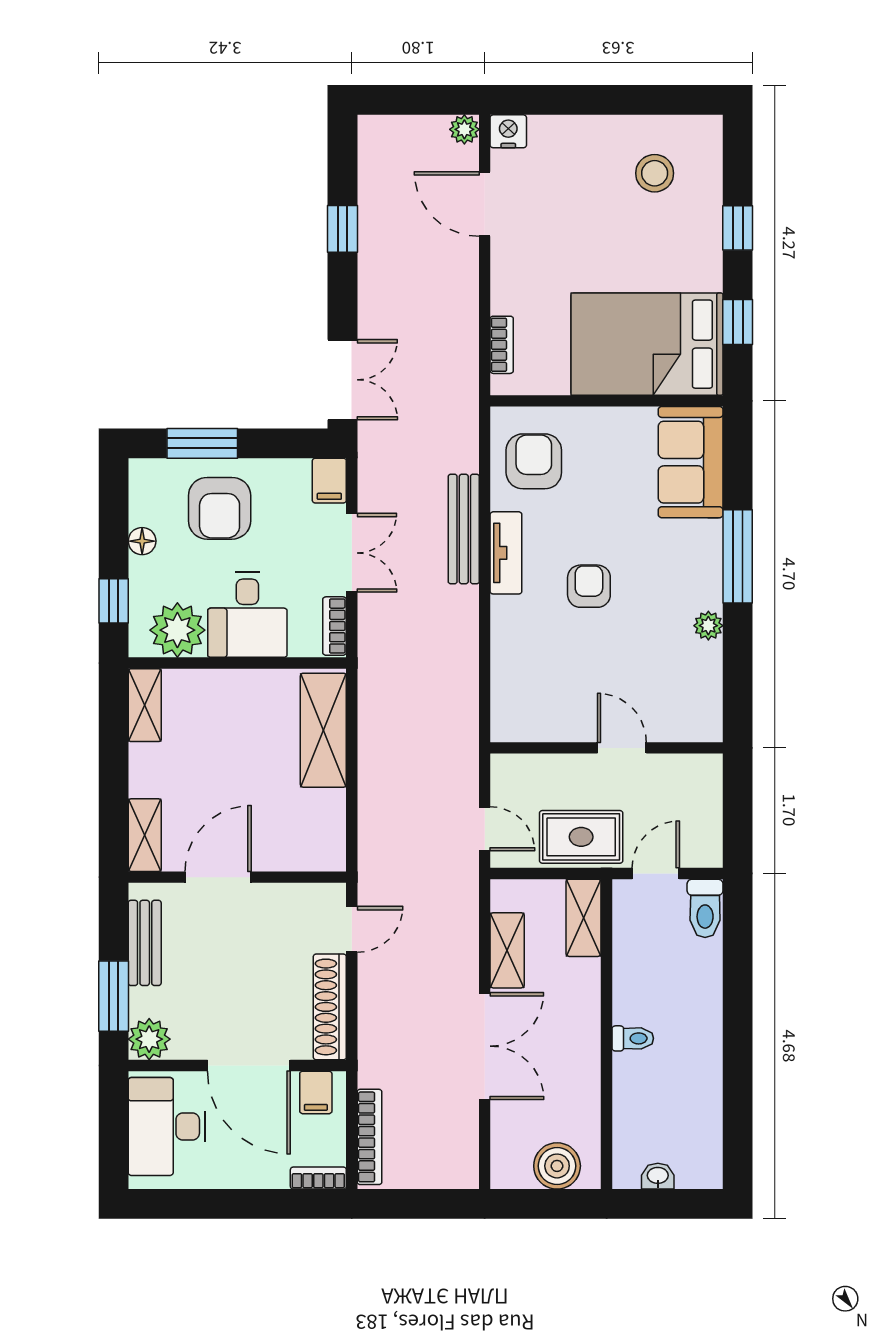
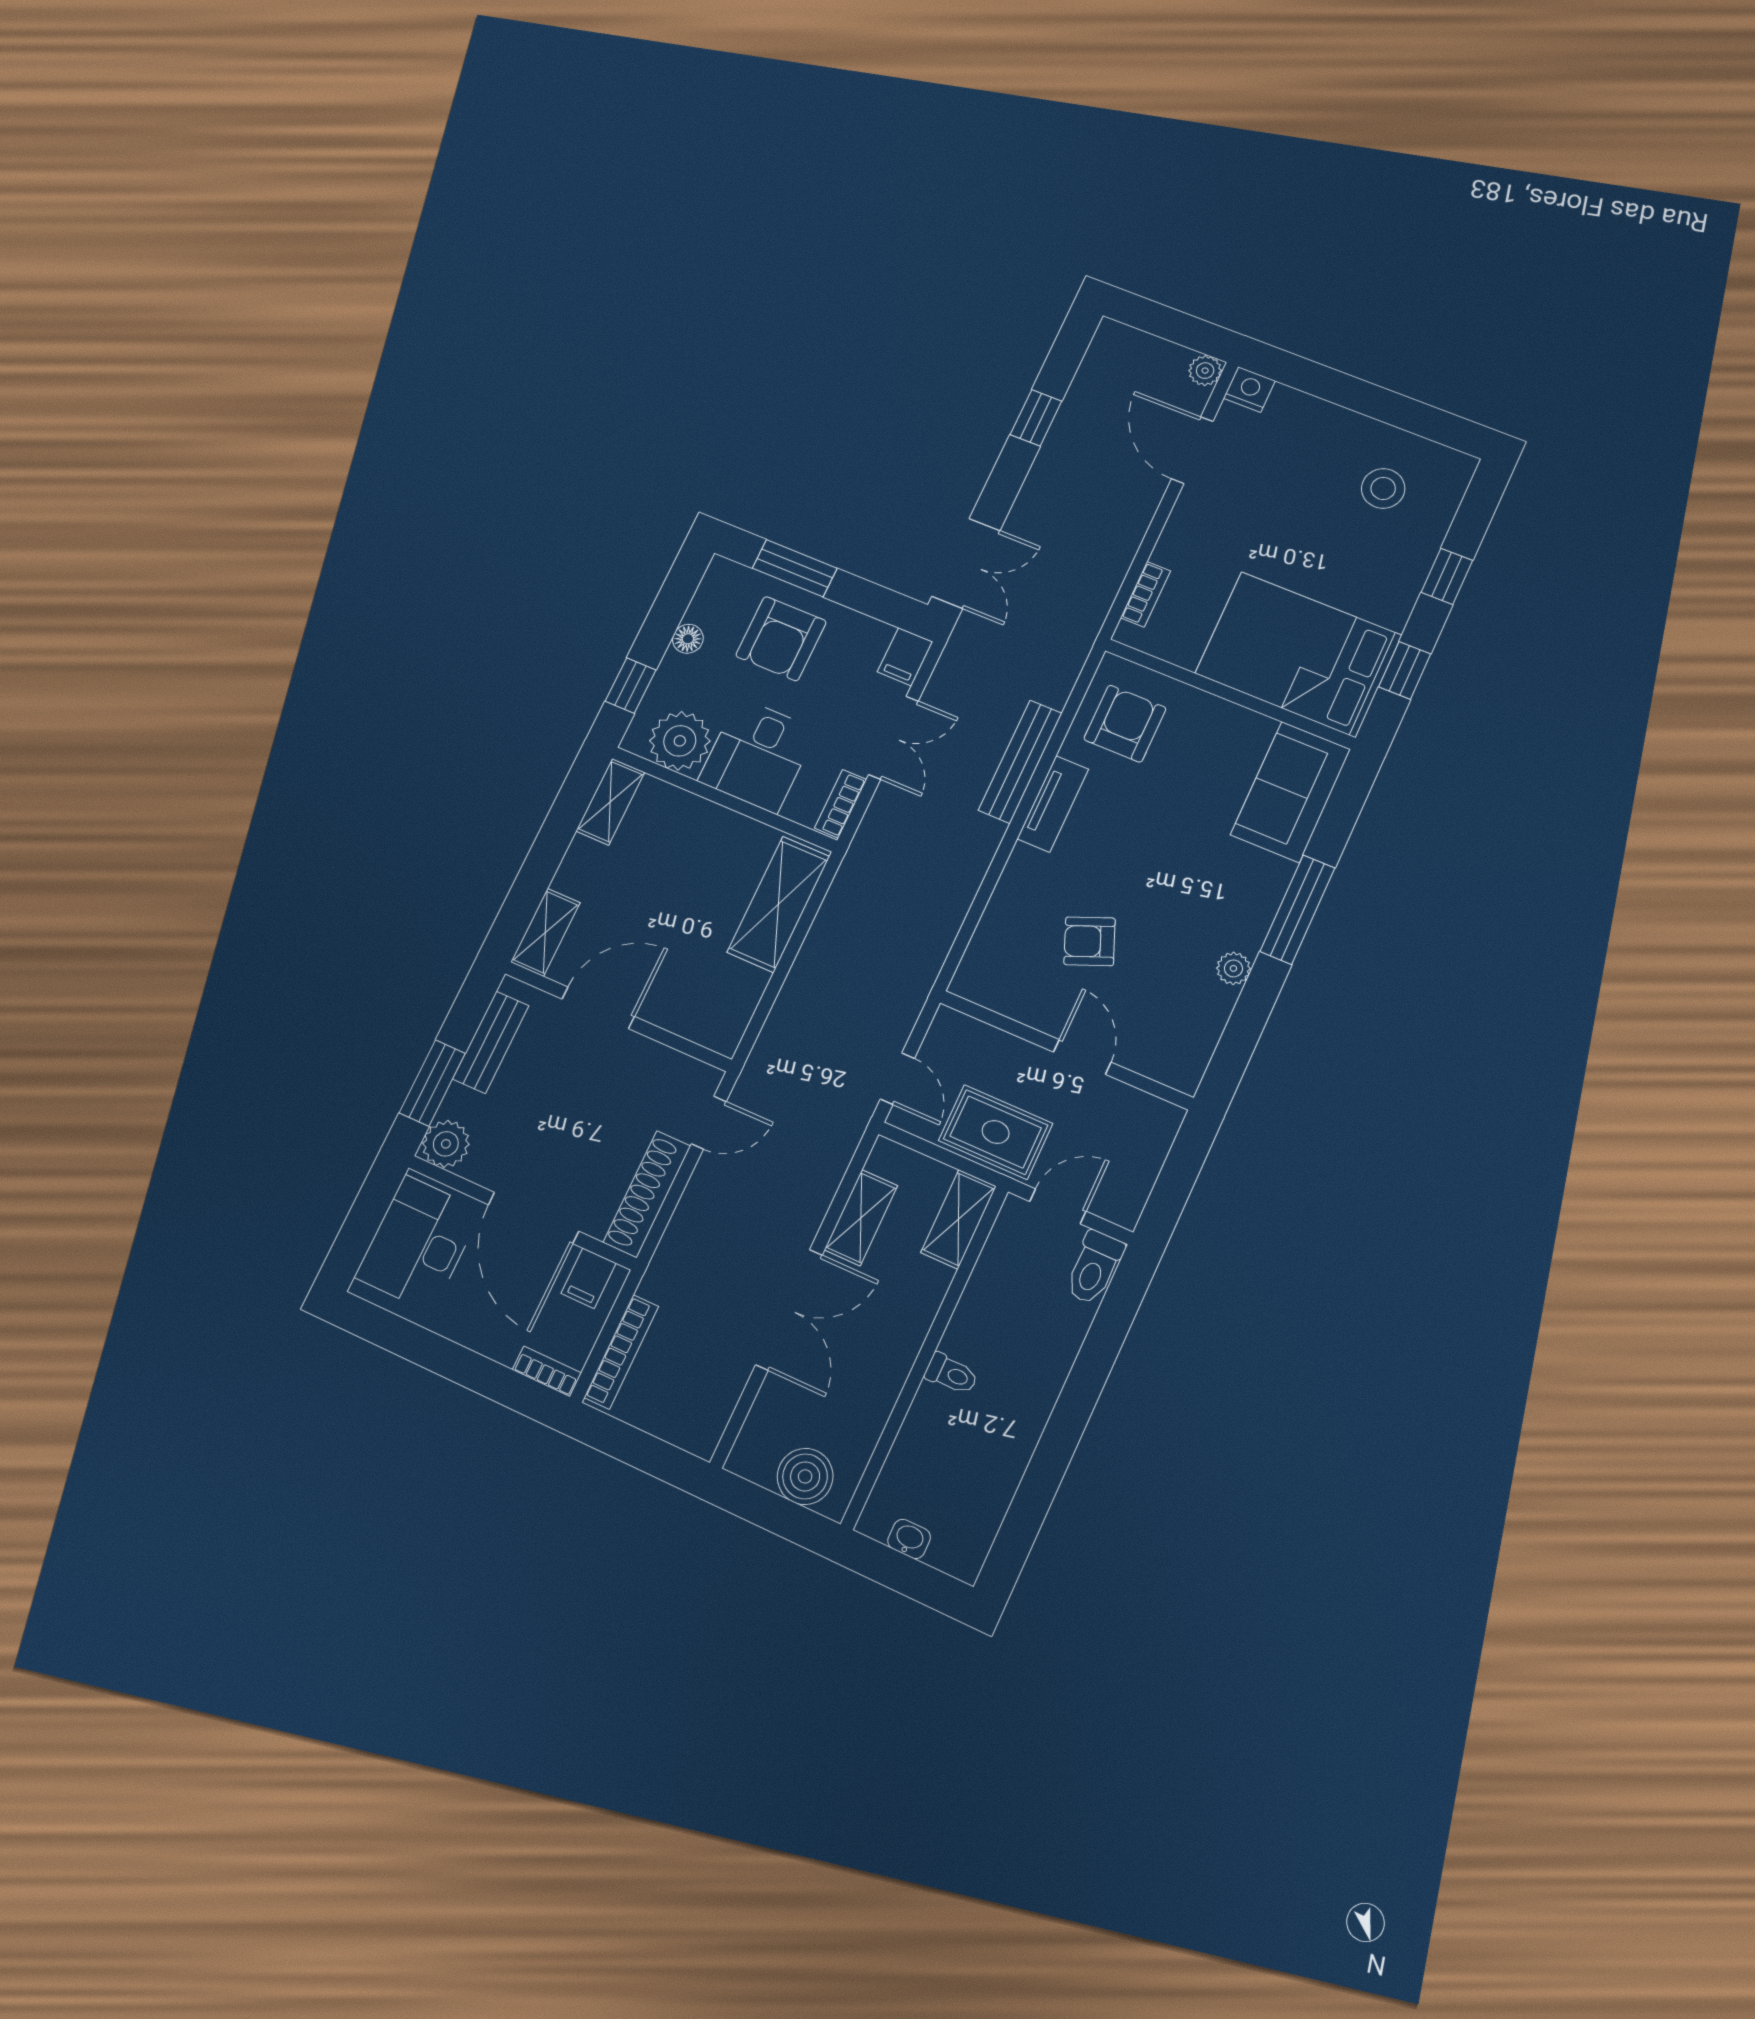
armchair: (589, 586) -> (1090, 941), moved, turned -112

